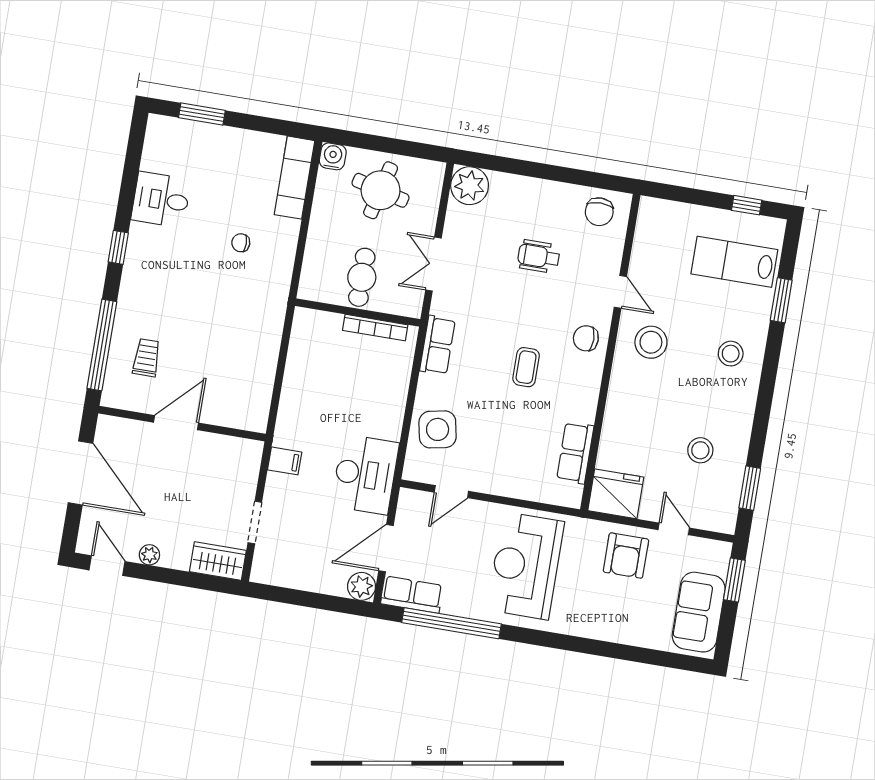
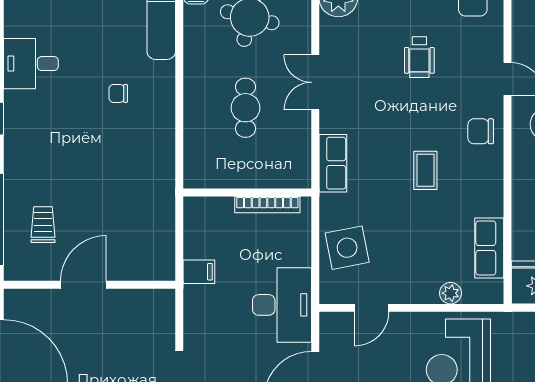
wheelchair: (539, 256) -> (419, 57), turned -90
wall: (358, 313) -> (247, 192), moved
bookcase: (375, 328) -> (267, 205), moved
filing cabinet: (285, 461) -> (199, 272), moved
plant: (530, 490) -> (451, 293), added

